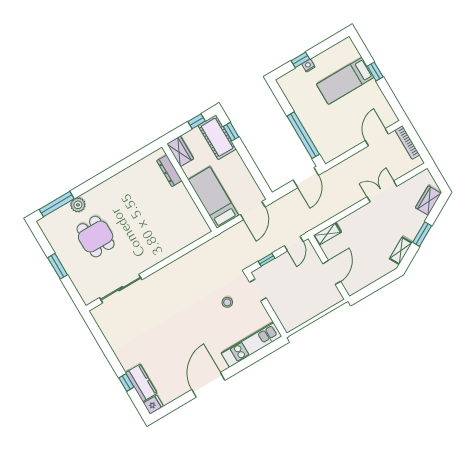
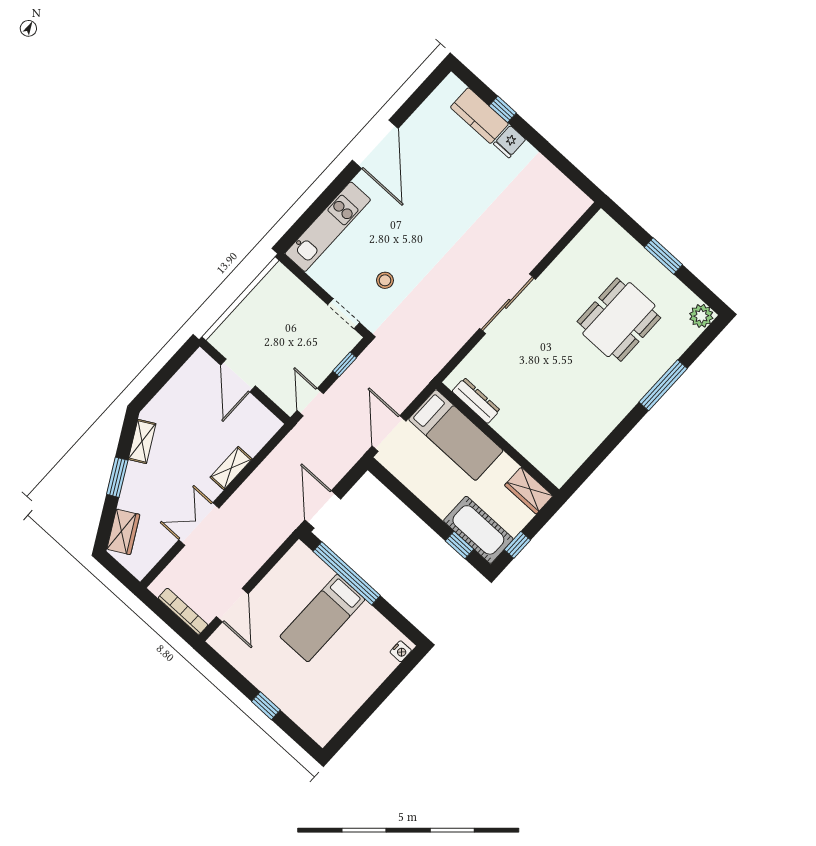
window: (300, 60) -> (387, 688), removed
nightstand: (308, 66) -> (401, 651), moved
bed: (345, 81) -> (322, 618), moved, turned 180
dresser: (169, 171) -> (476, 401), moved
double door: (382, 191) -> (199, 524), swing flipped
window: (57, 204) -> (663, 385), moved
plant: (78, 205) -> (701, 316), moved
shelving: (327, 234) -> (231, 468), moved
dining table: (96, 237) -> (619, 320), width x1.38
sliding door: (121, 289) -> (508, 304), moved
fridge: (153, 405) -> (510, 142), moved

